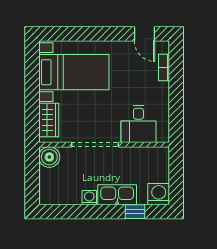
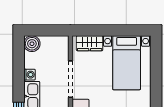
boiler: (49, 157) -> (32, 44), moved

